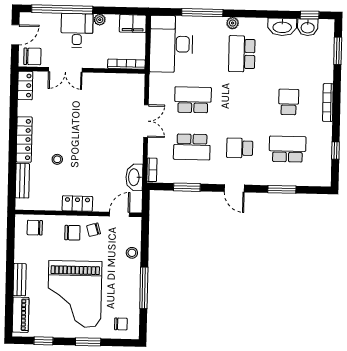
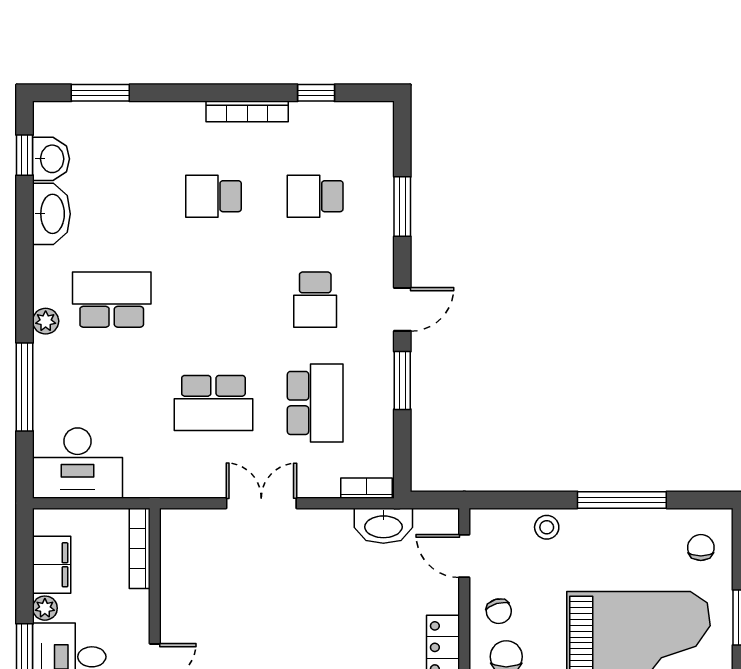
filing cabinet: (133, 24) -> (52, 565), moved
desk: (171, 44) -> (78, 463), width x0.73, depth x0.77
school desk: (242, 54) -> (112, 300), turned 180
school desk: (193, 100) -> (213, 403), turned -90
bookcase: (328, 103) -> (247, 111), moved
school desk: (288, 149) -> (315, 196), width x0.54
window: (187, 187) -> (402, 380), moved

